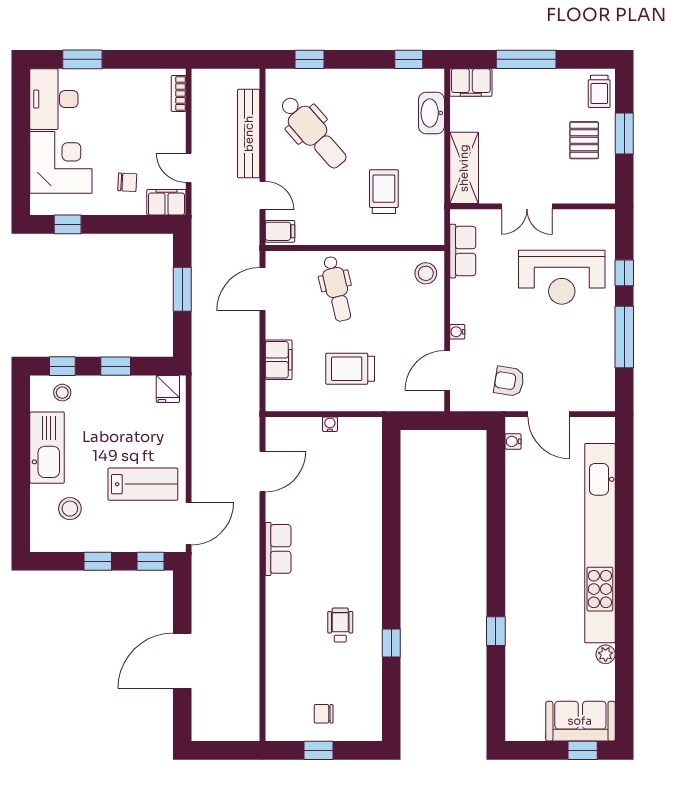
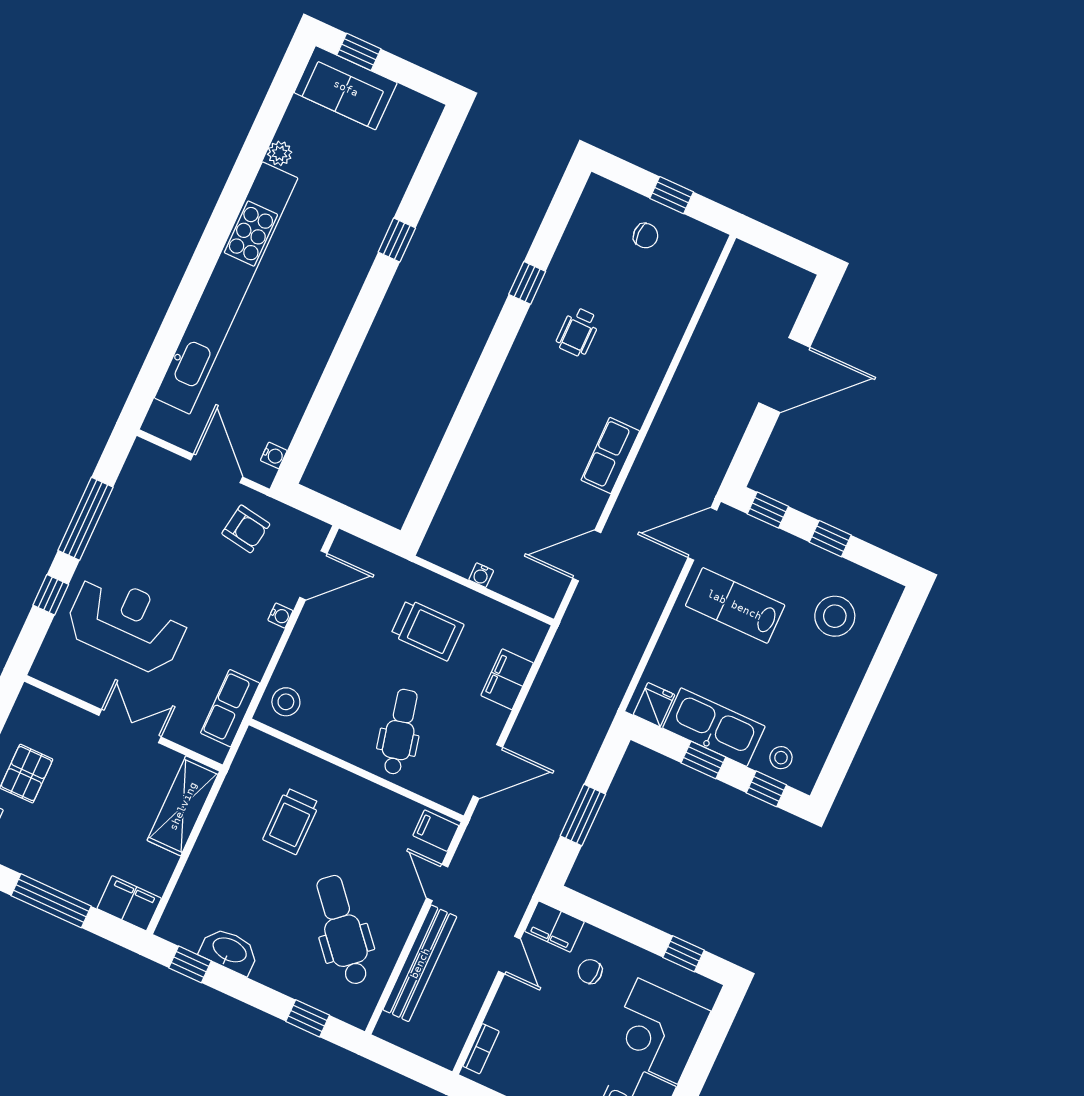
washbasin: (431, 113) -> (229, 951), moved, turned -90
kitchen sink: (47, 448) -> (714, 727), moved, turned 90
stool: (70, 509) -> (835, 616), width x1.38, depth x1.38

